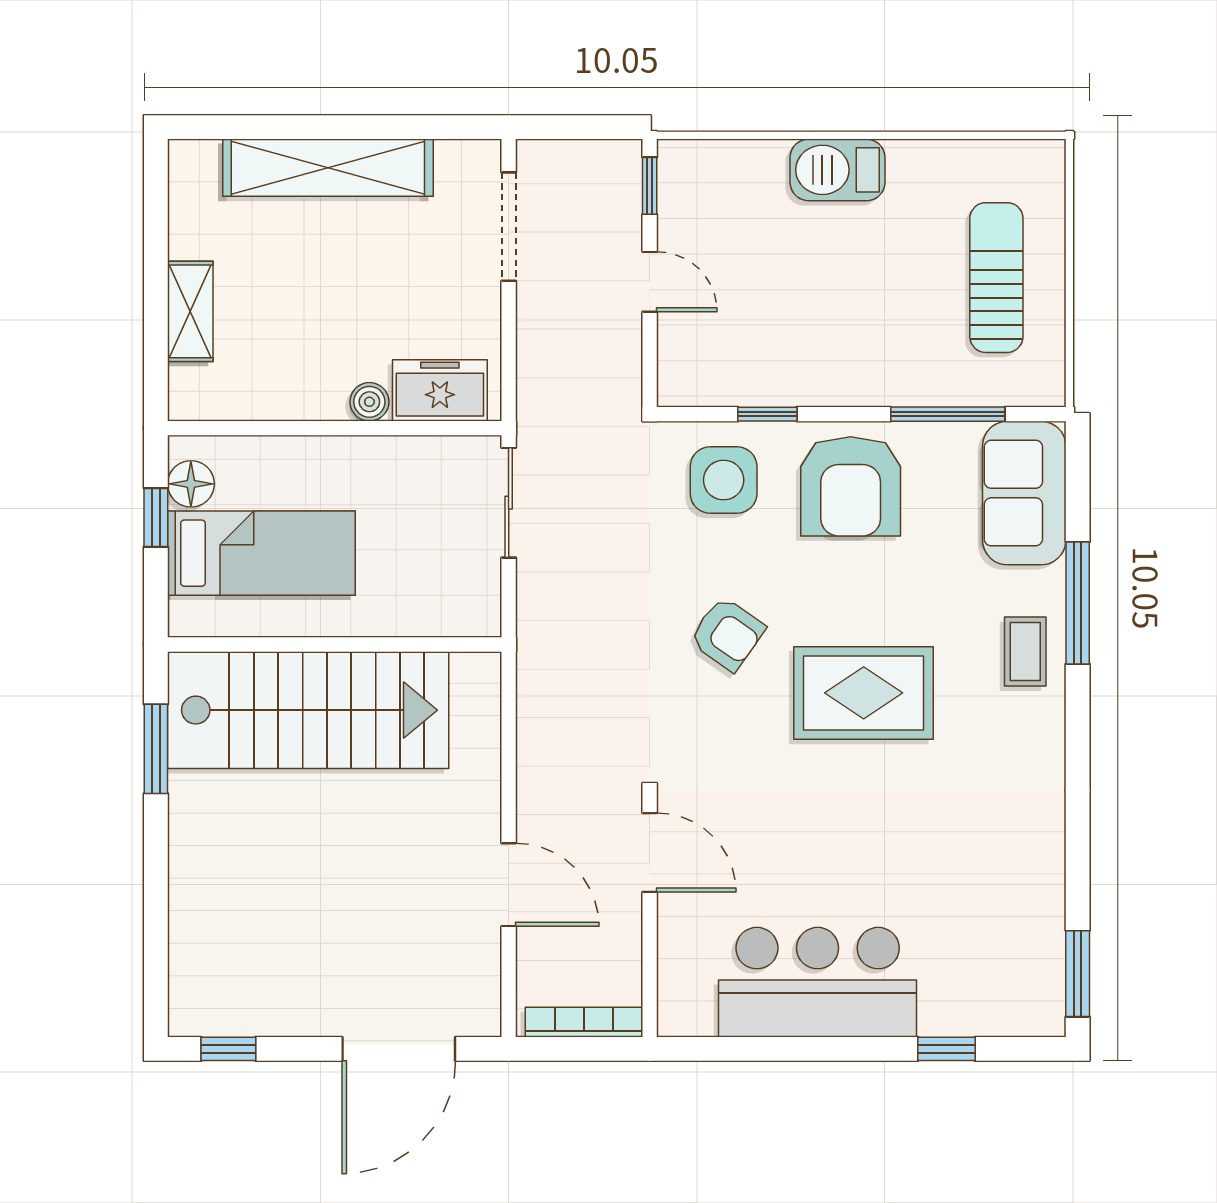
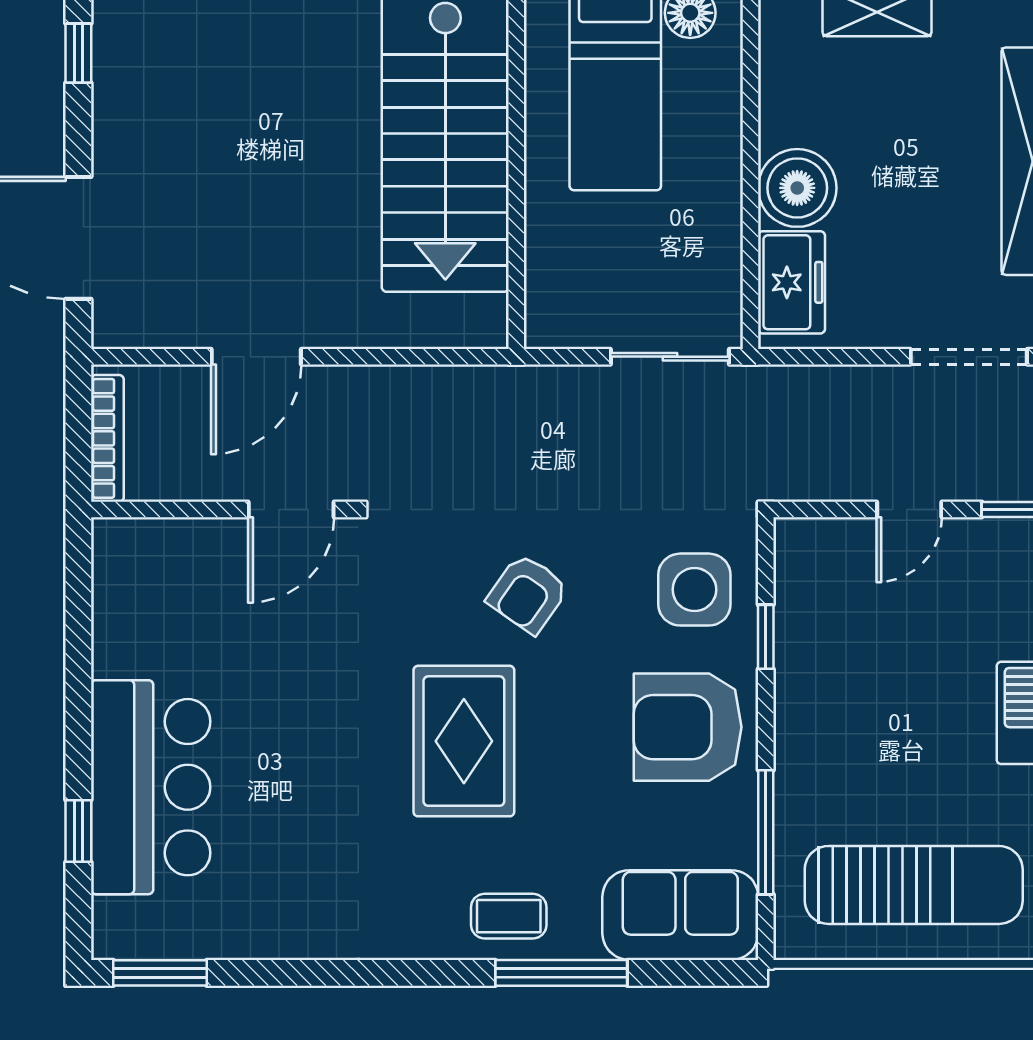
sun lounger: (996, 278) -> (914, 885), width x1.36, depth x1.34
boiler: (369, 402) -> (797, 188), width x1.86, depth x1.86
bar counter: (818, 982) -> (151, 787), moved

